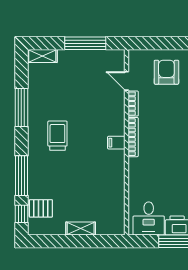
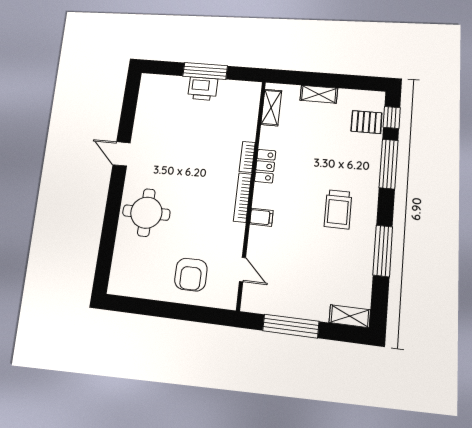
bookcase: (133, 104) -> (247, 157), moved
filing cabinet: (116, 143) -> (261, 217), moved
locker: (118, 164) -> (265, 166), added
shelving: (118, 214) -> (271, 108), added
desk: (149, 218) -> (235, 99), removed

